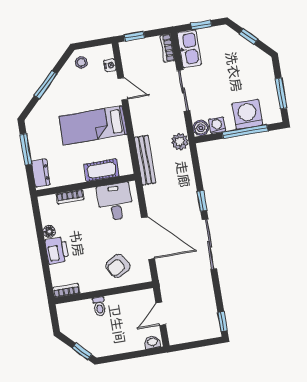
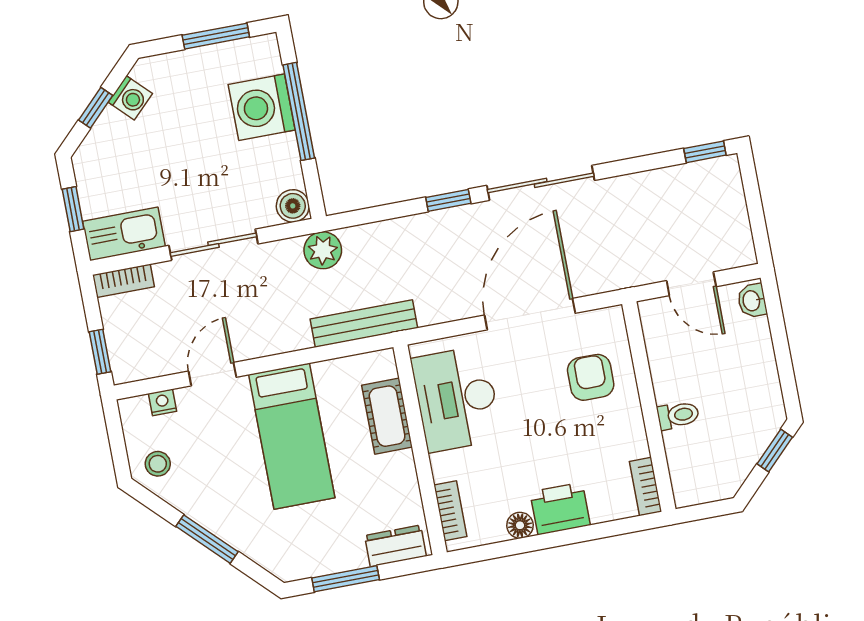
washing machine: (217, 125) -> (130, 98), moved, turned -135
bookcase: (70, 197) -> (450, 511), moved
desk: (115, 202) -> (456, 399), width x1.37
armchair: (118, 266) -> (591, 377), turned -150

